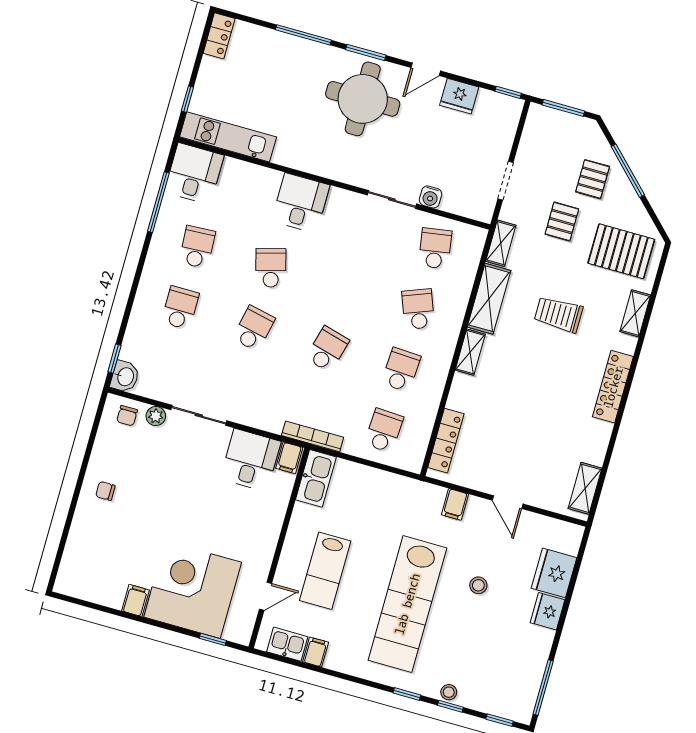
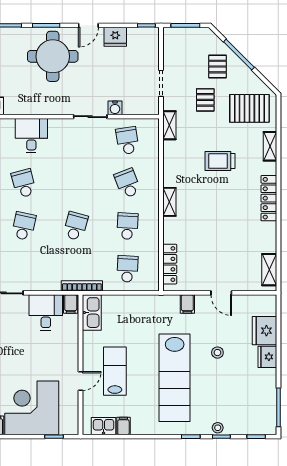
shelving: (489, 299) -> (172, 164), removed
lab bench: (325, 571) -> (115, 371), turned 180
door: (266, 596) -> (81, 381), moved

